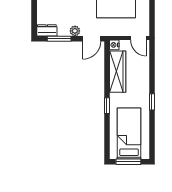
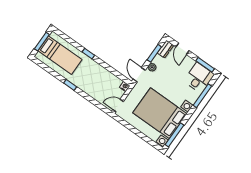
door: (34, 13) -> (183, 49), added
wardrobe: (118, 72) -> (106, 76), removed

